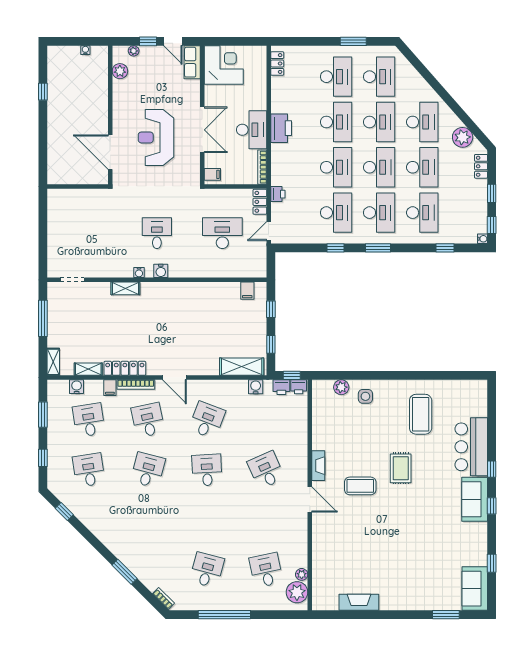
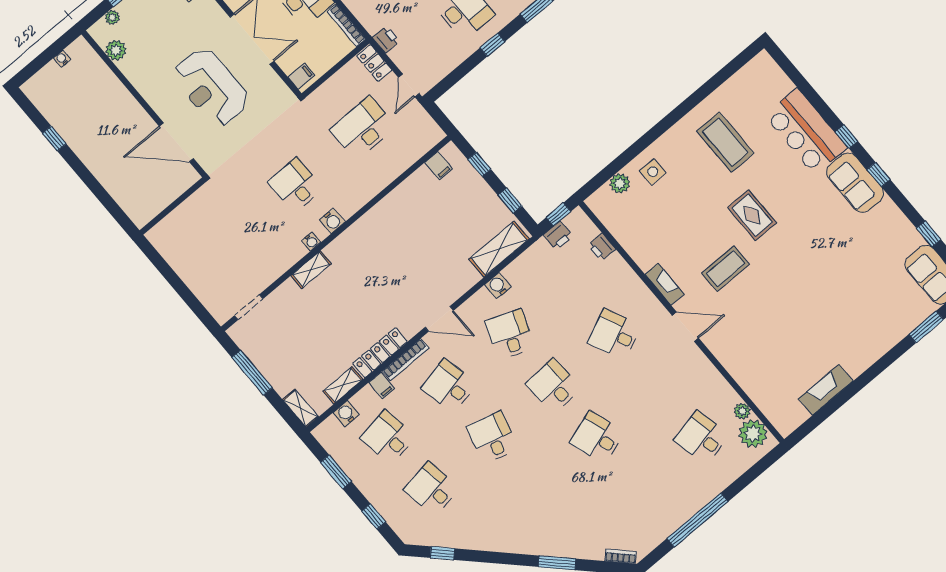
water cooler: (256, 387) -> (498, 286), moved
printer: (299, 387) -> (602, 247), moved, turned 90
desk: (207, 570) -> (597, 438), moved, turned -33

